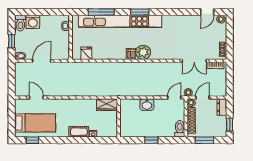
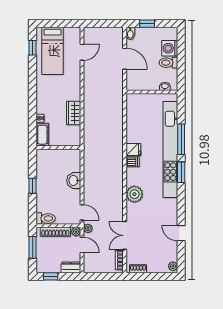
window: (101, 12) -> (181, 139), moved
door: (207, 12) -> (181, 233), moved
toilet: (20, 23) -> (168, 63), moved
plant: (143, 52) -> (134, 194), moved
fridge: (86, 53) -> (133, 150), moved
wardrobe: (107, 105) -> (74, 113), moved
cot: (79, 132) -> (42, 135), moved

